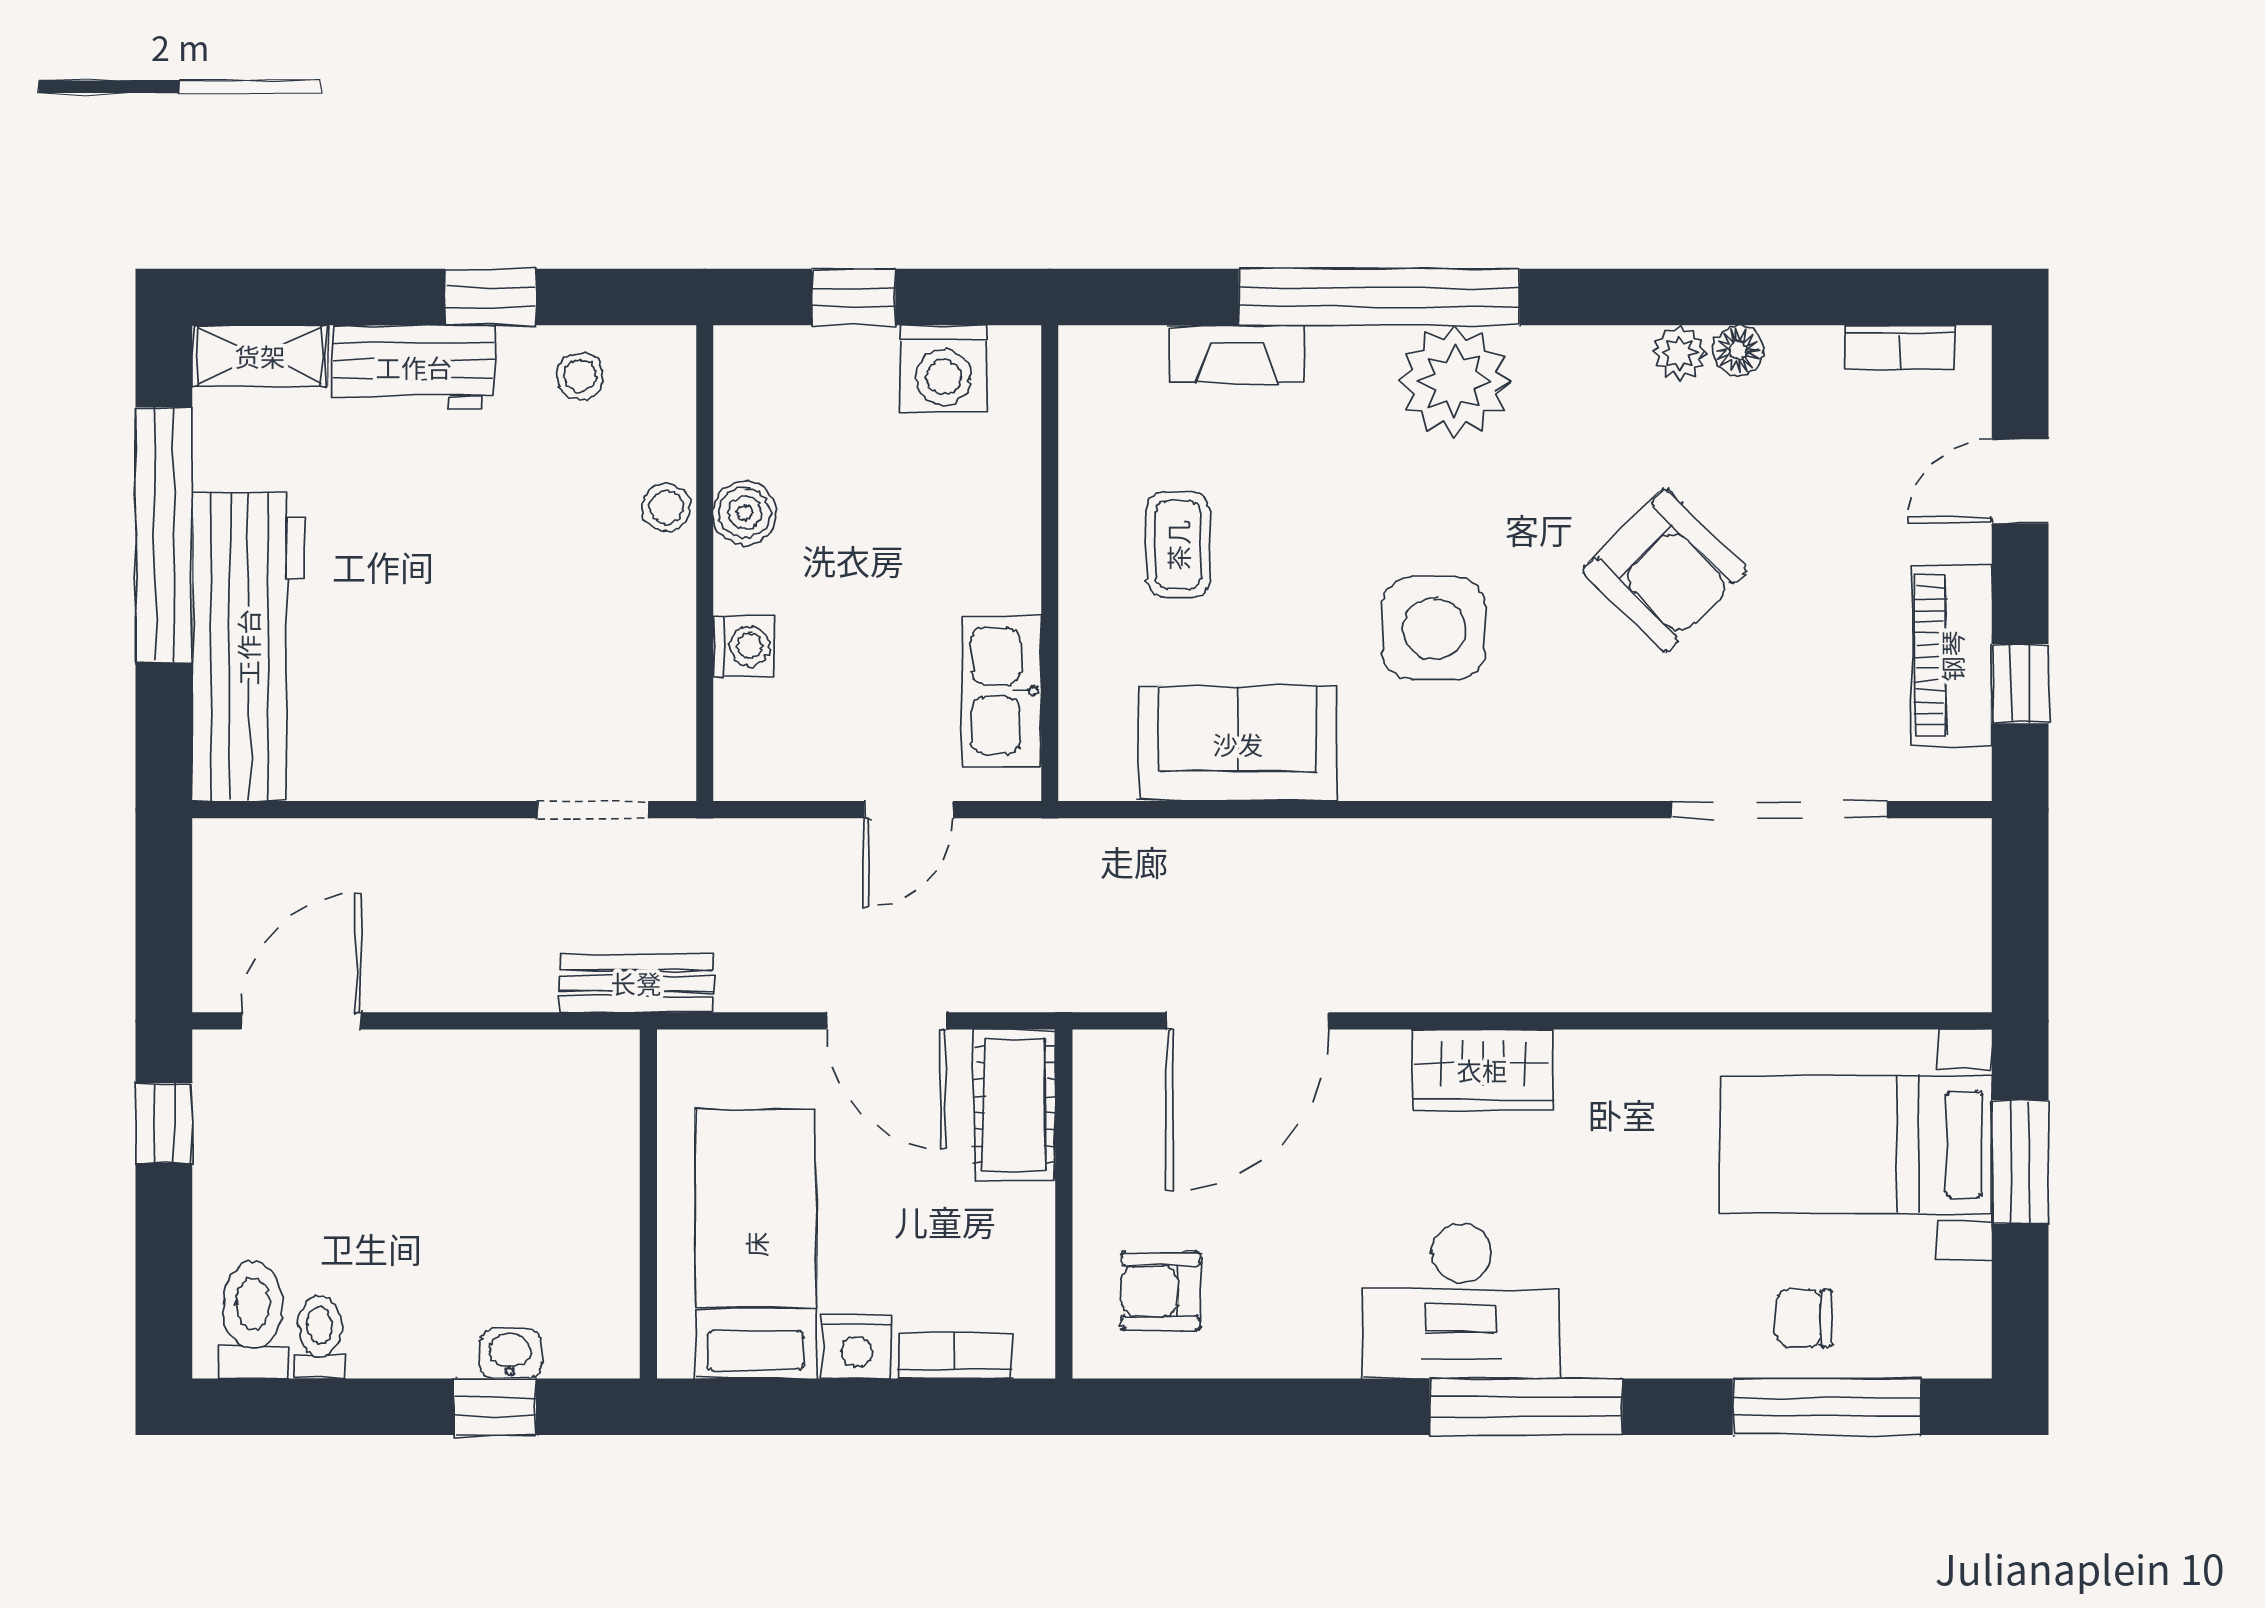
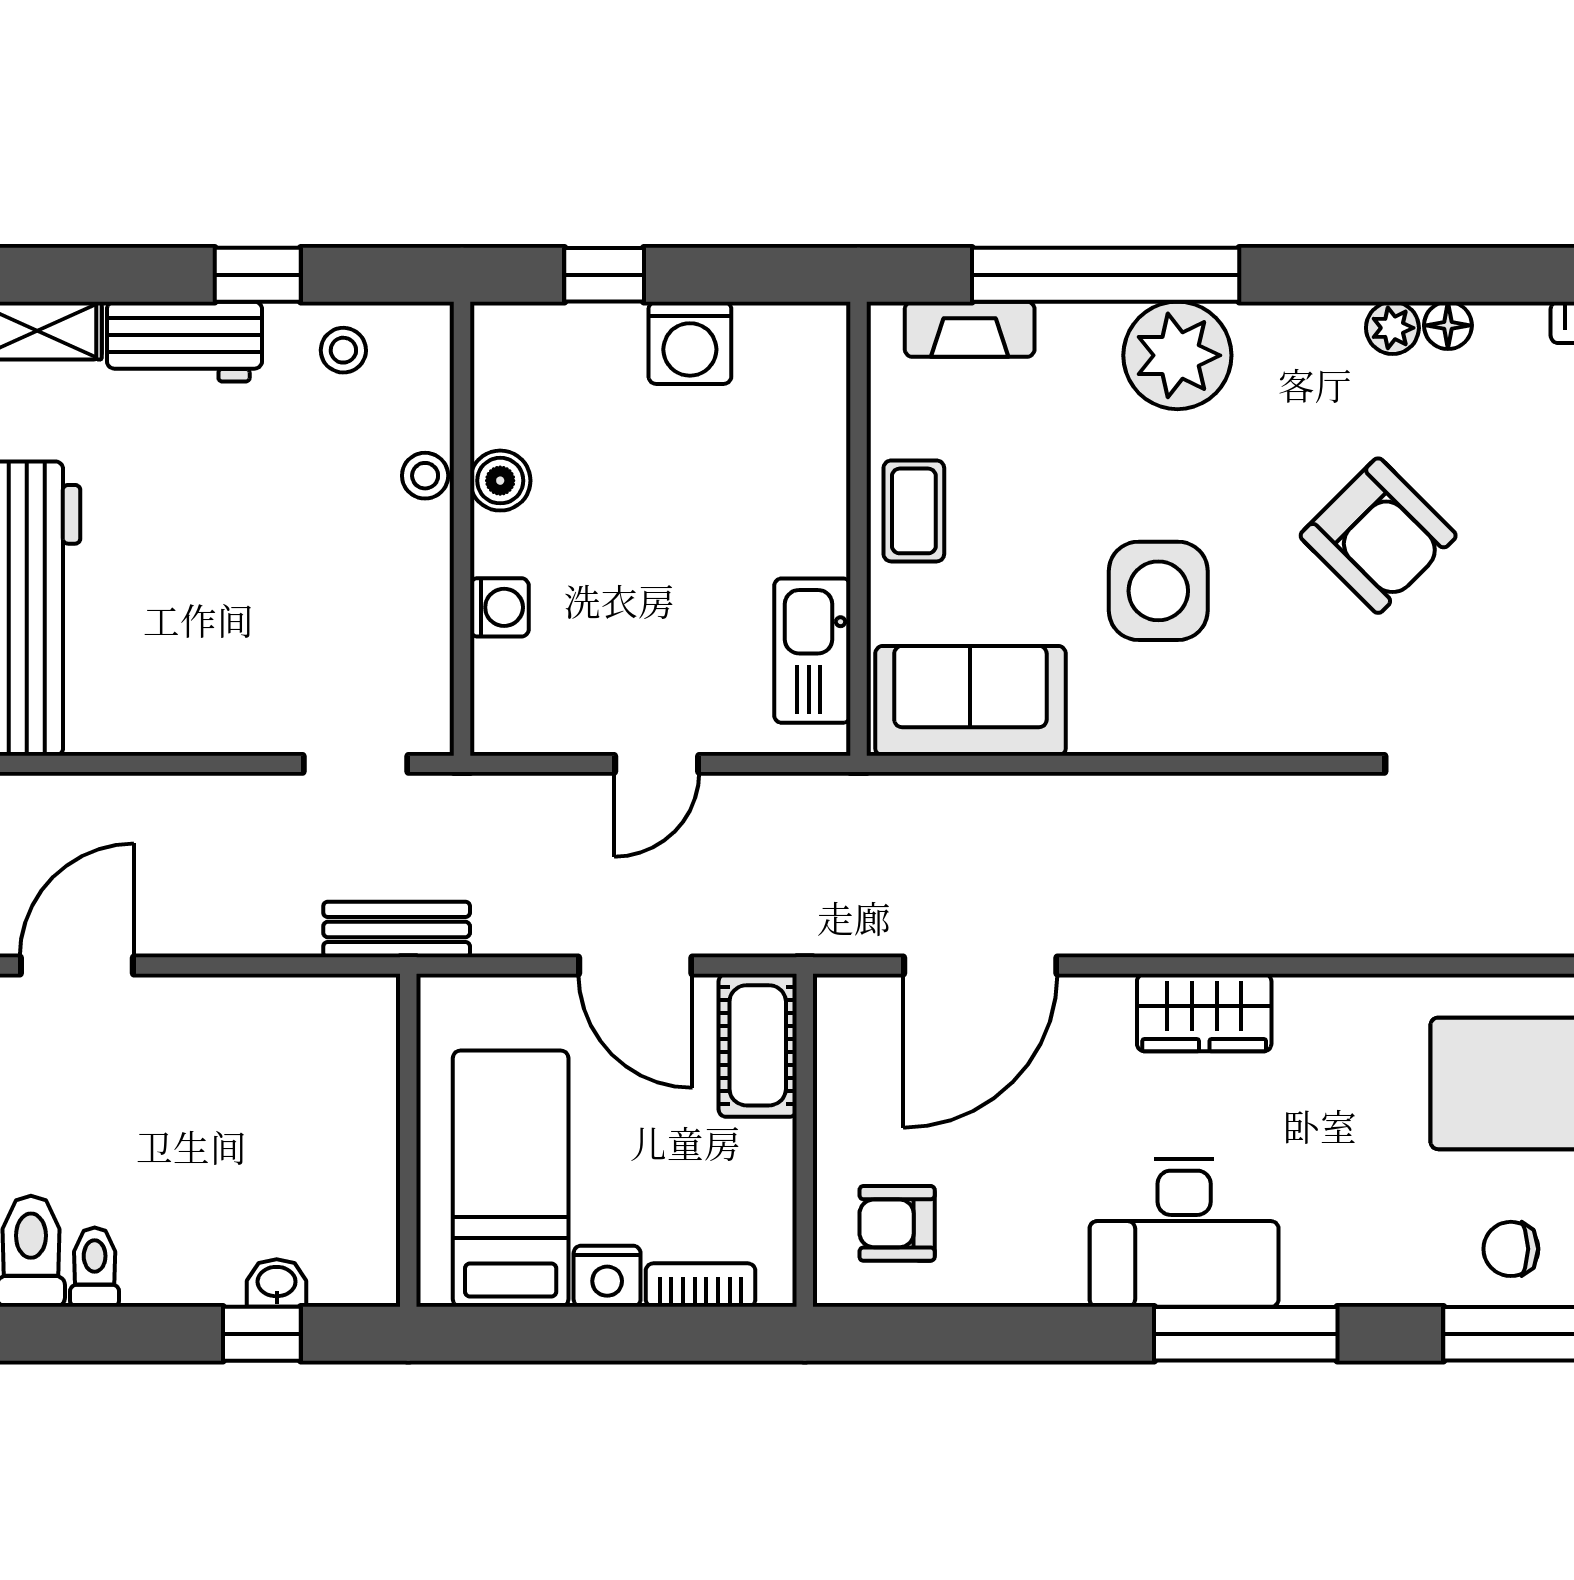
wall: (1050, 563) -> (859, 529), moved
kitchen sink: (1001, 691) -> (812, 651), moved

